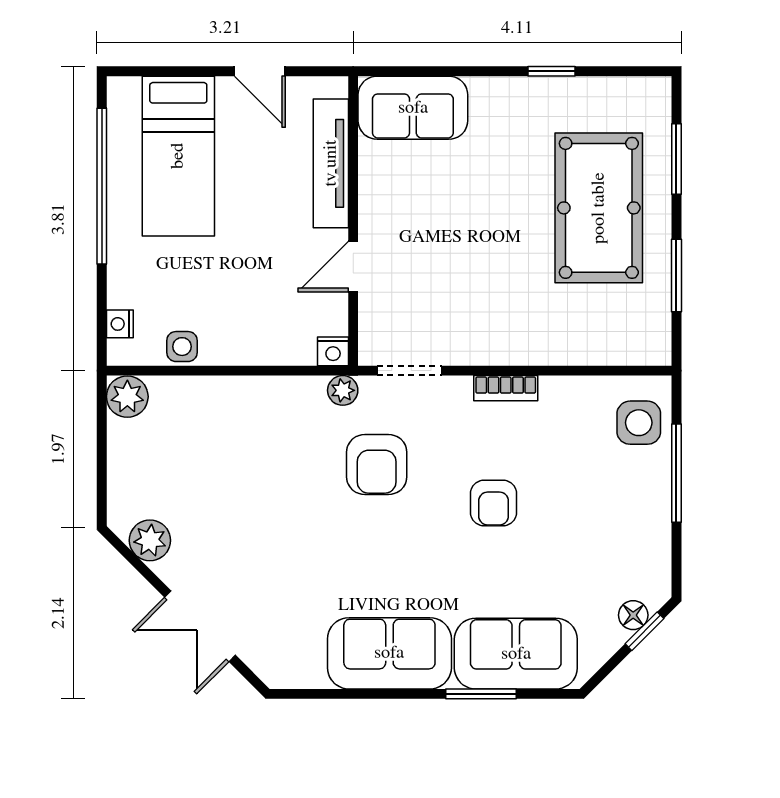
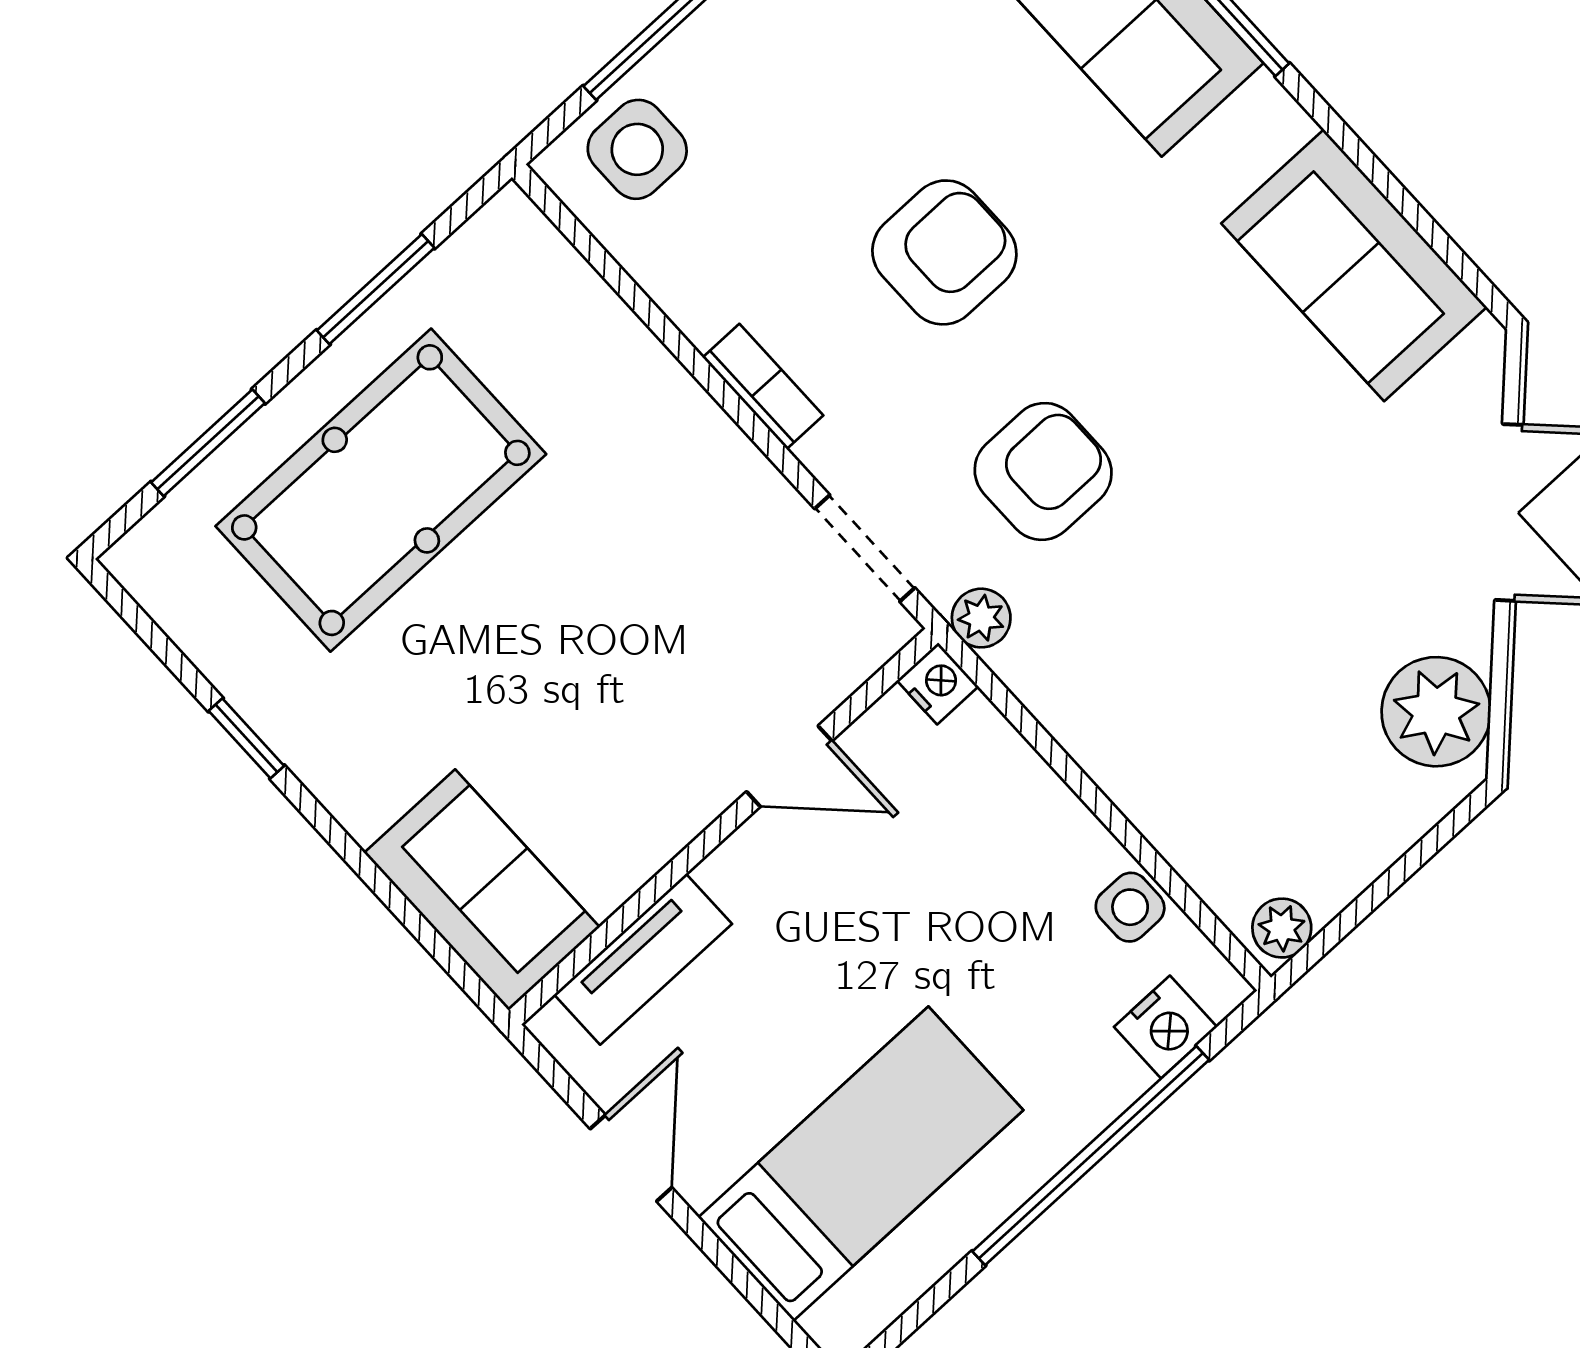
tv unit: (331, 163) -> (643, 959), width x0.71
window: (102, 186) -> (1091, 1156), moved
nightstand: (120, 324) -> (1166, 1027), width x1.39, depth x1.35
plant: (127, 397) -> (1282, 928), width x0.73, depth x0.73
armchair: (494, 503) -> (944, 252), width x1.38, depth x1.38
plant: (150, 540) -> (1436, 712), width x1.36, depth x1.36
sofa: (389, 653) -> (1354, 265), moved

